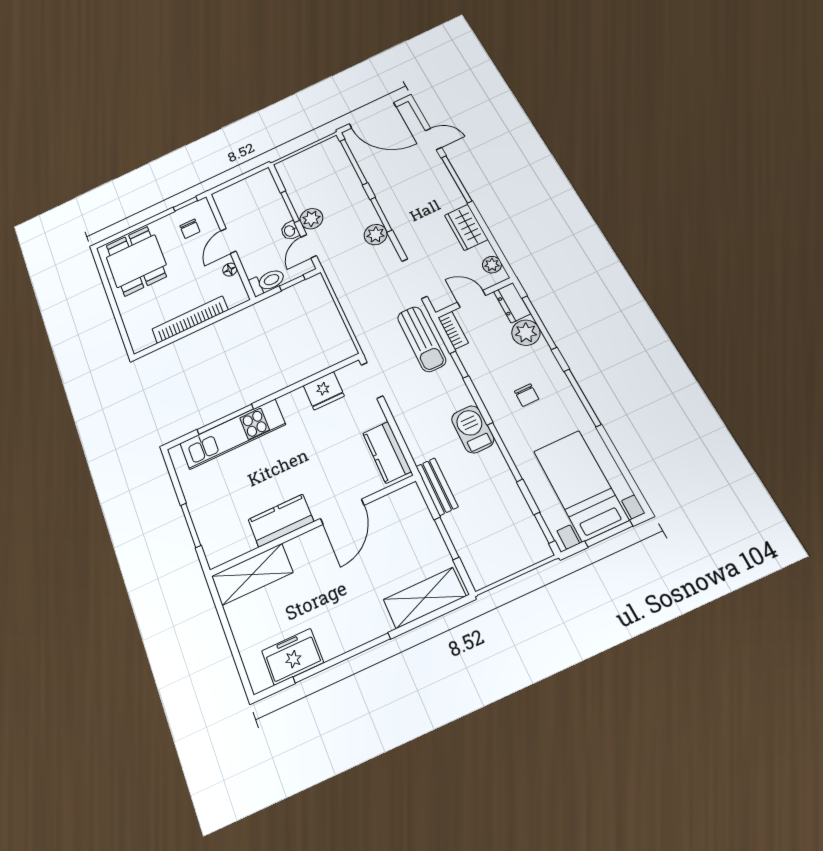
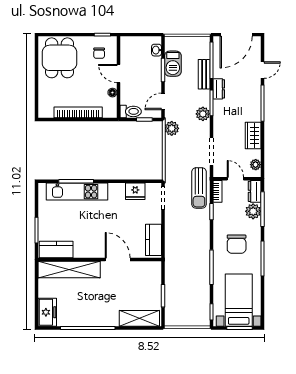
door: (373, 115) -> (236, 35), hinge flipped
door: (433, 139) -> (263, 70), hinge flipped
dresser: (382, 192) -> (219, 89), added
plant: (311, 219) -> (172, 128), moved
washbasin: (290, 231) -> (156, 50), moved
door: (228, 241) -> (119, 74), hinge flipped
chair: (527, 395) -> (237, 244), width x1.87, depth x1.87
barbecue: (473, 429) -> (173, 64), moved, turned 180
bench: (437, 487) -> (204, 74), moved
door: (342, 512) -> (118, 259), swing flipped
kitchen counter: (281, 521) -> (56, 249), moved
shelving: (252, 574) -> (69, 270), width x1.47
freezer: (292, 657) -> (47, 312), moved, turned 90

